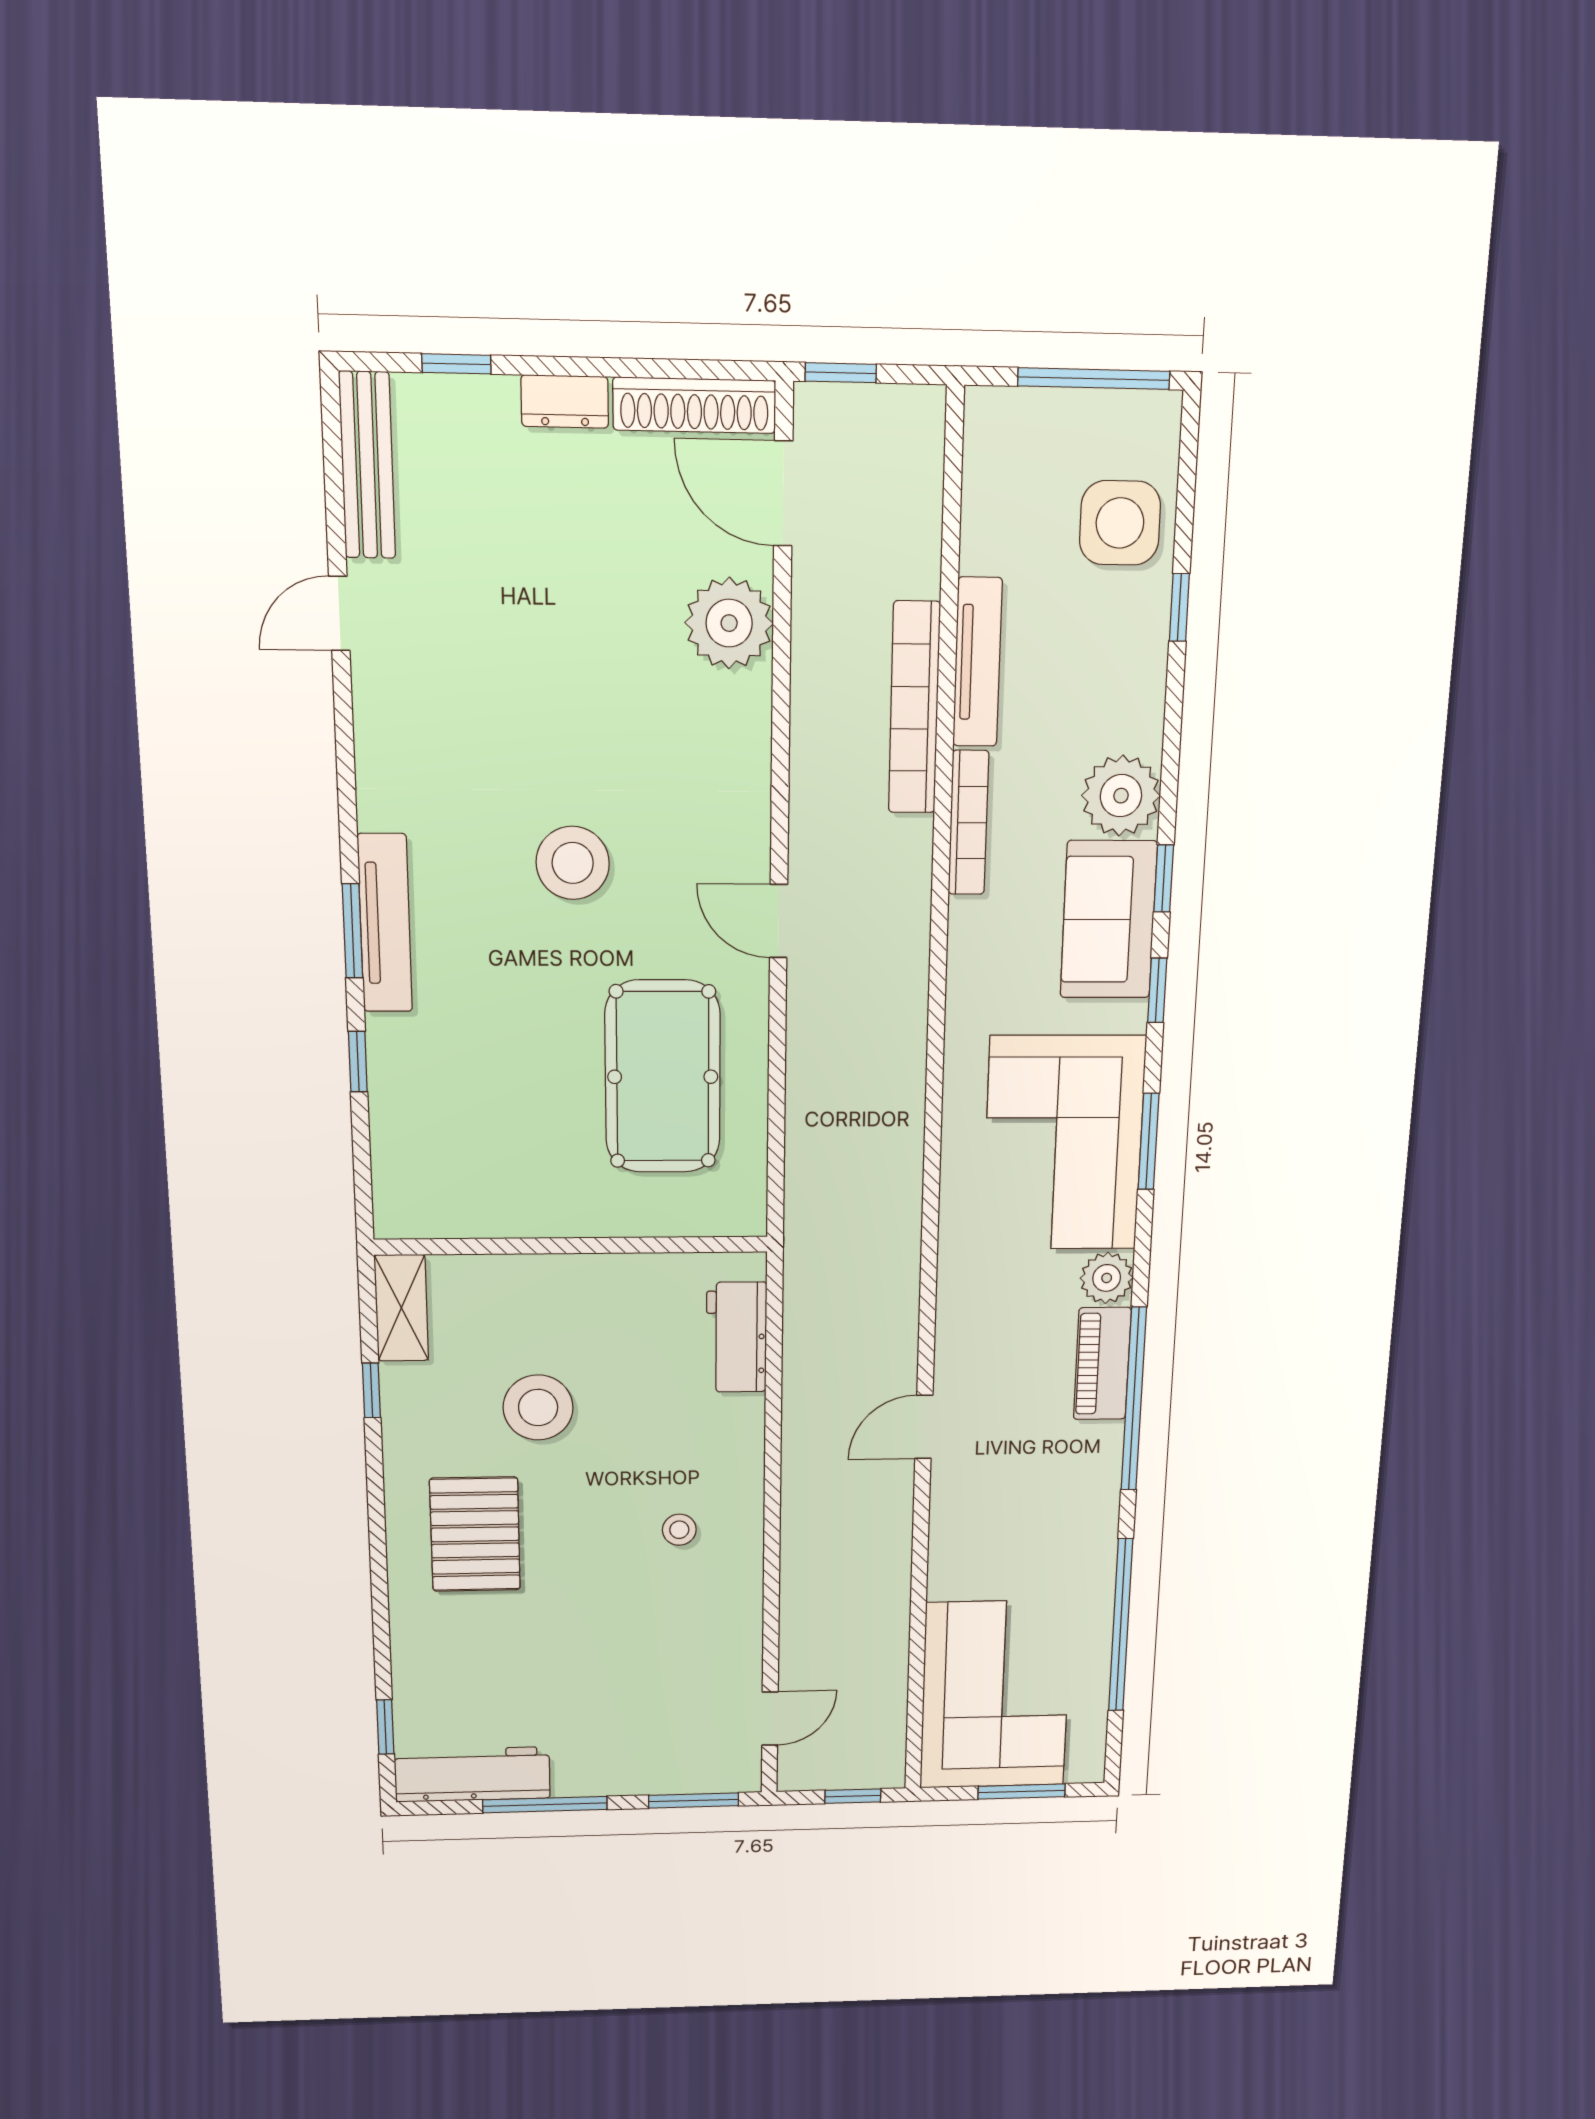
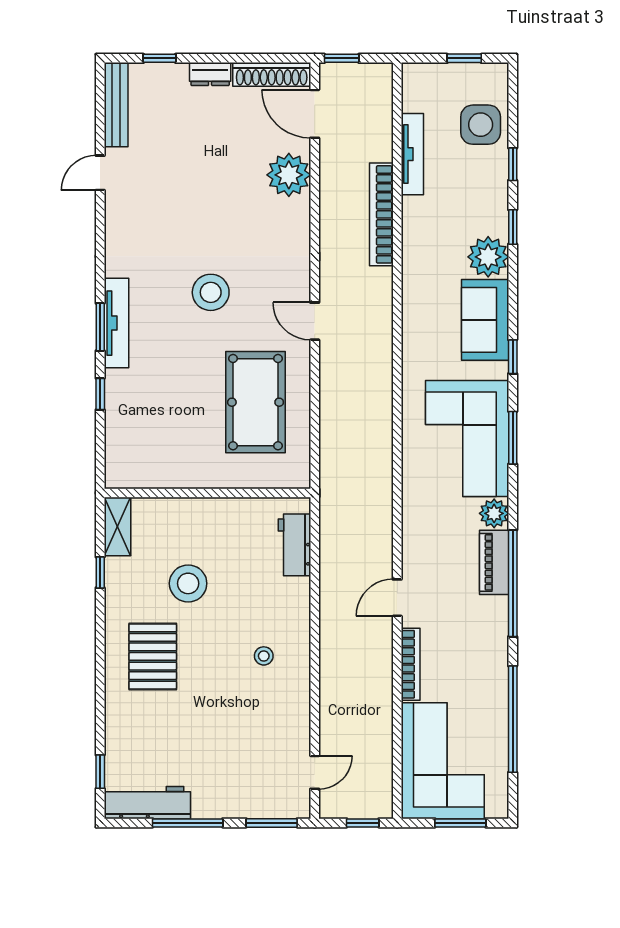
window: (1094, 379) -> (464, 58), width x0.46
tv unit: (977, 662) -> (412, 154), moved
bookcase: (968, 823) -> (411, 664), moved
window: (1164, 878) -> (513, 227), moved

